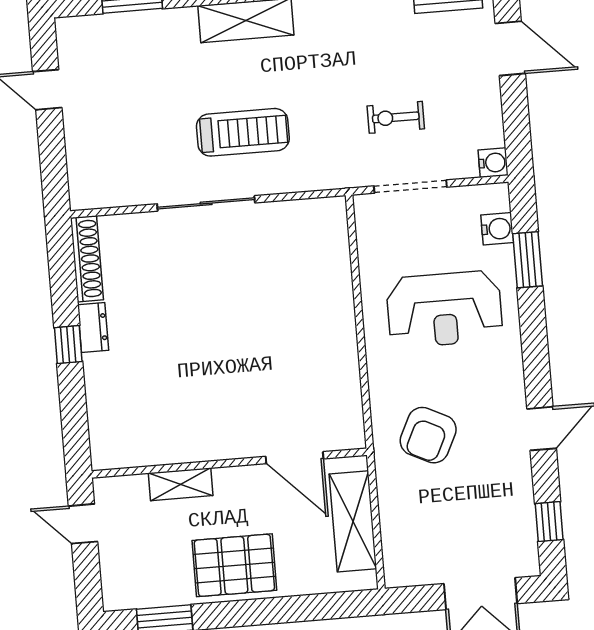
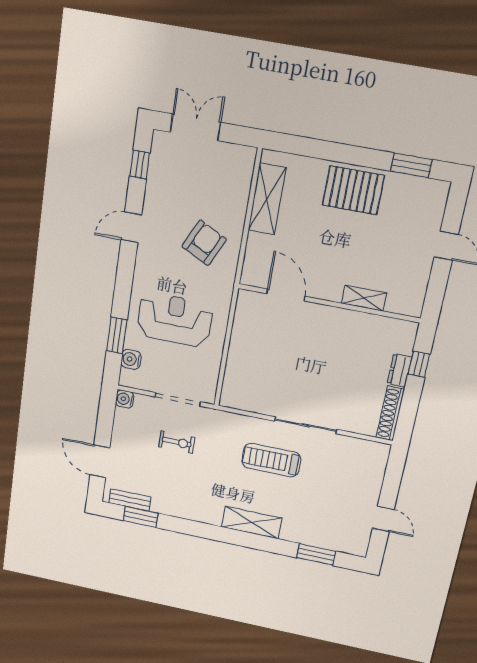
door: (295, 458) -> (286, 295), moved
wall: (229, 463) -> (329, 303), moved
shelving: (181, 484) -> (364, 298), moved

